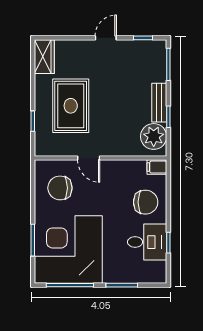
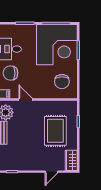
door: (106, 38) -> (52, 172), moved
door: (89, 158) -> (26, 100), moved
chair: (60, 188) -> (62, 82), turned 90

